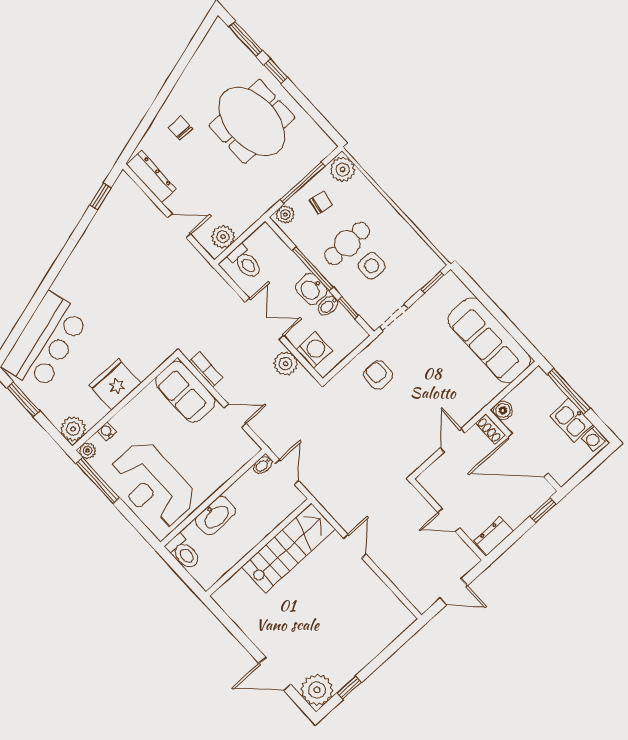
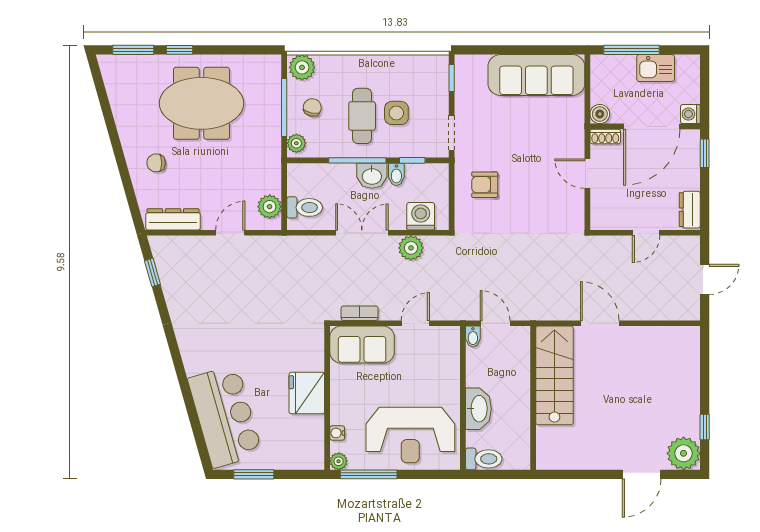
plant: (73, 429) -> (312, 457), removed
washing machine: (594, 439) -> (690, 114), moved, turned 90
door: (355, 546) -> (600, 323), width x1.38

